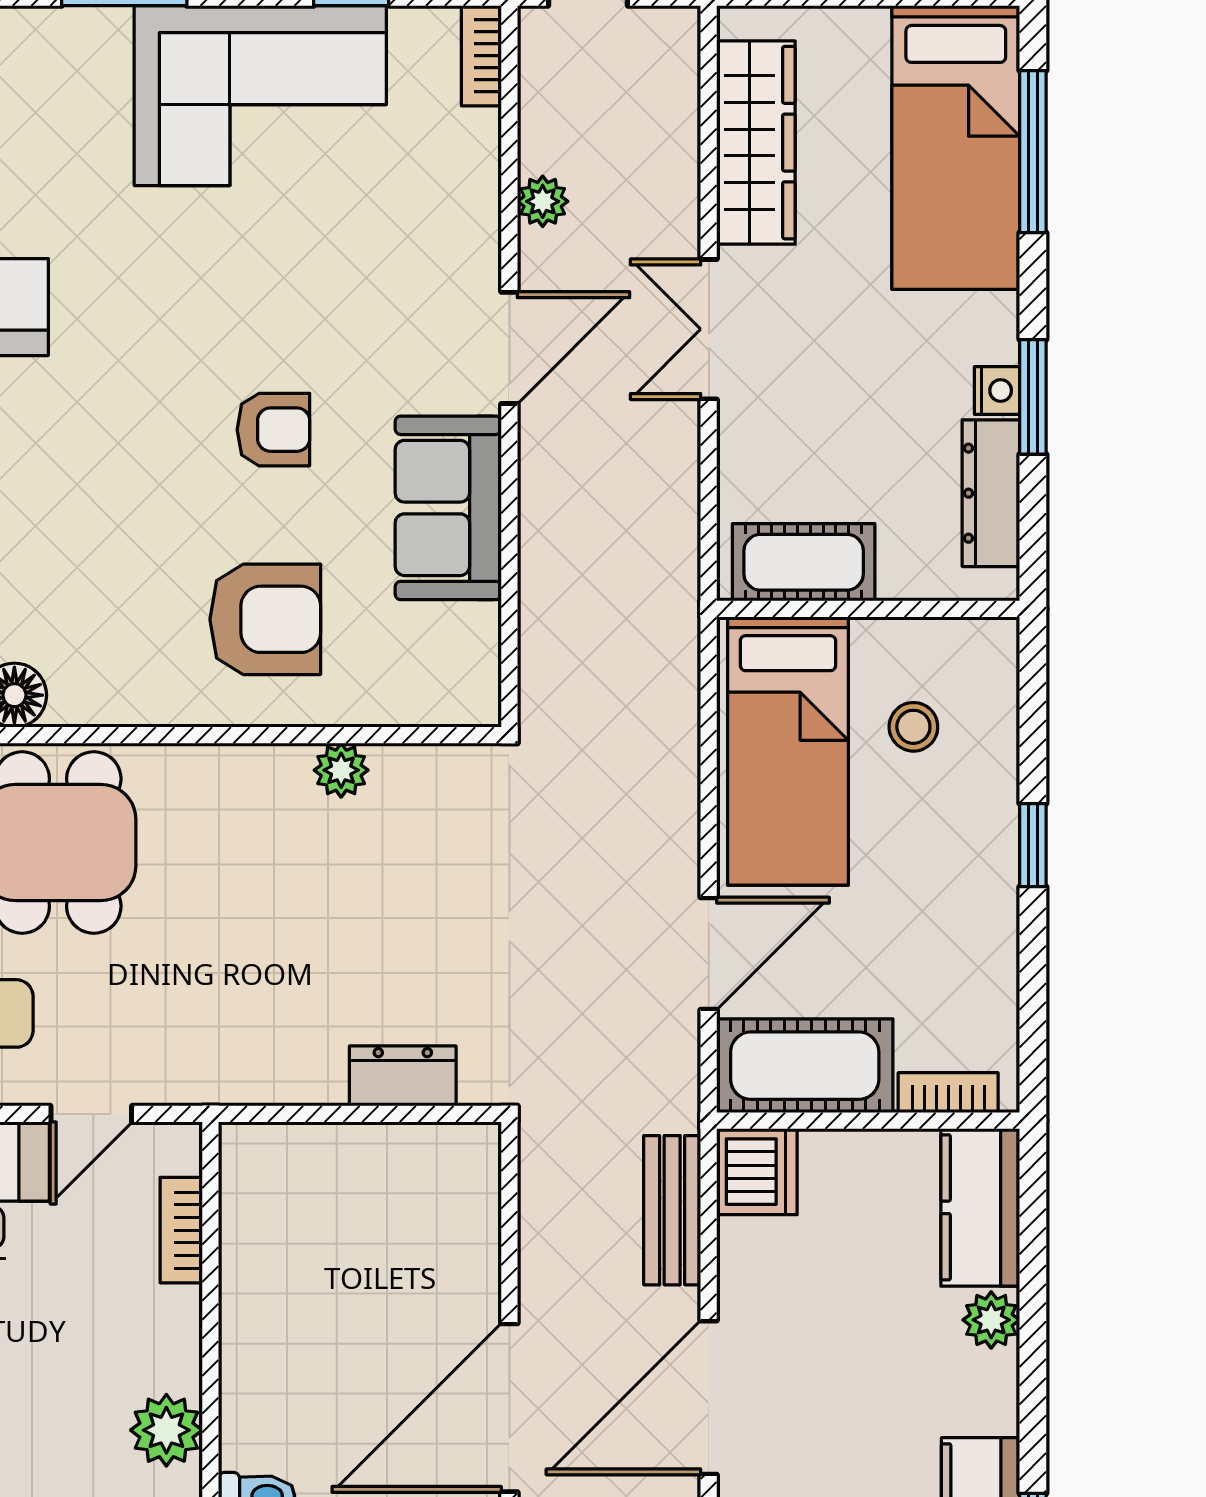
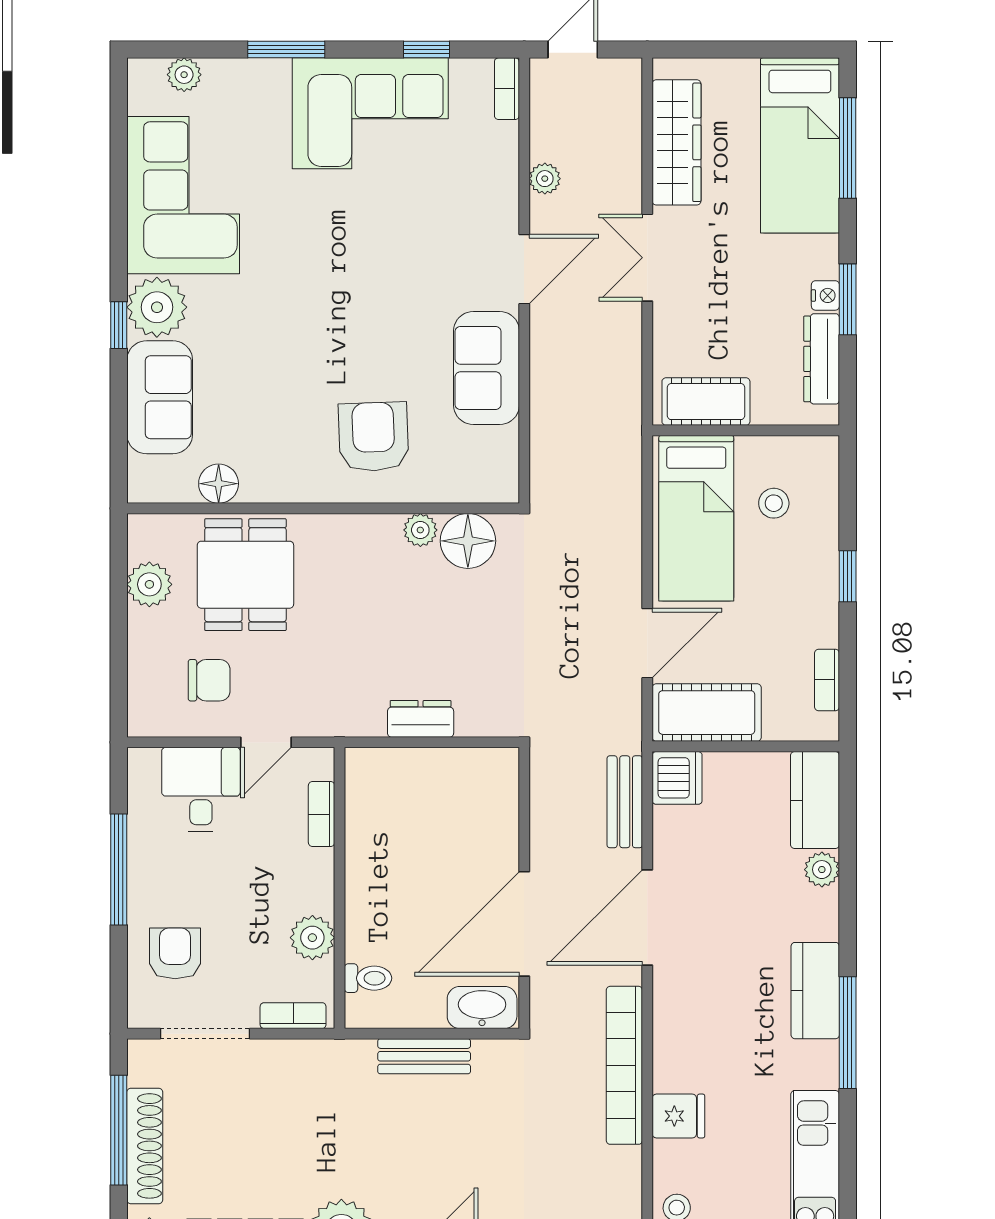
armchair: (273, 430) -> (379, 320), removed
armchair: (265, 619) -> (373, 437), turned -92
floor lamp: (418, 788) -> (468, 541), added
dresser: (403, 1076) -> (421, 719), moved
bookcase: (948, 1093) -> (827, 680), moved, turned -90

